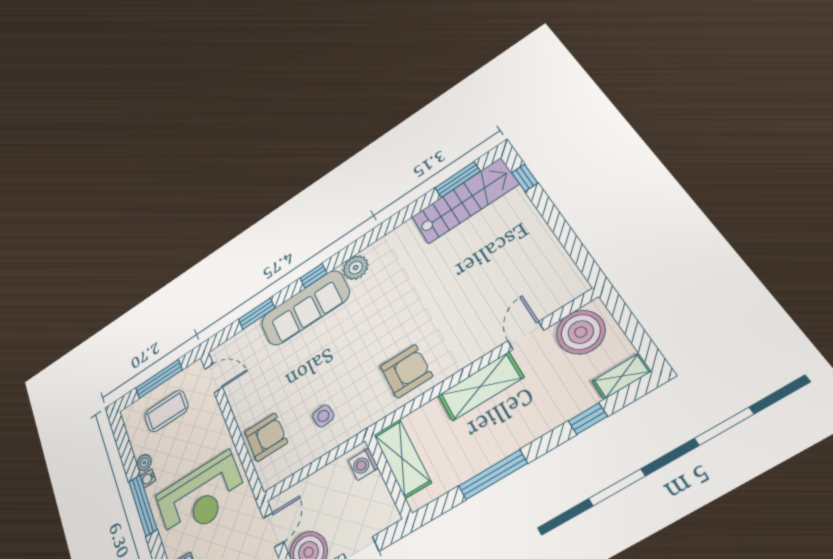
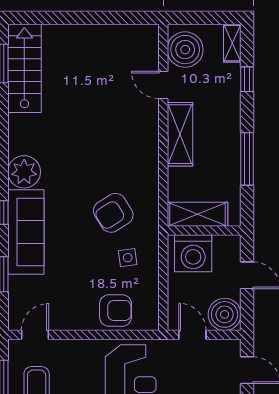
window: (525, 178) -> (39, 18), removed
plant: (356, 268) -> (24, 172), width x1.36, depth x1.36
armchair: (406, 371) -> (113, 213), moved, turned -122
armchair: (266, 437) -> (116, 310), turned 90
washing machine: (363, 464) -> (193, 253), width x1.89, depth x1.89

